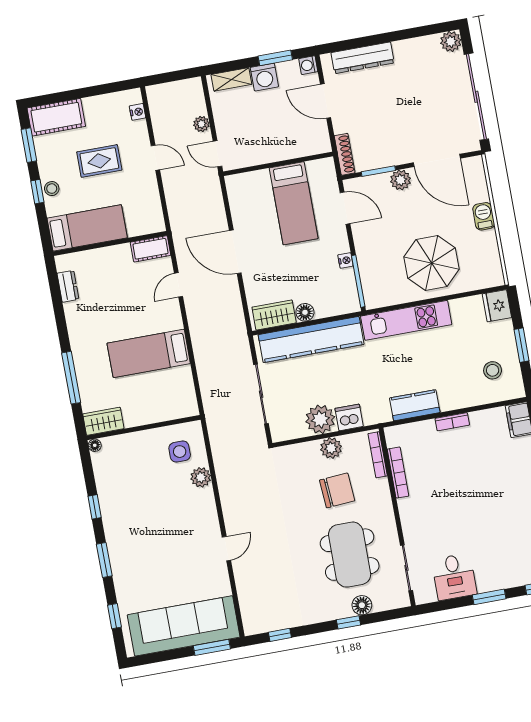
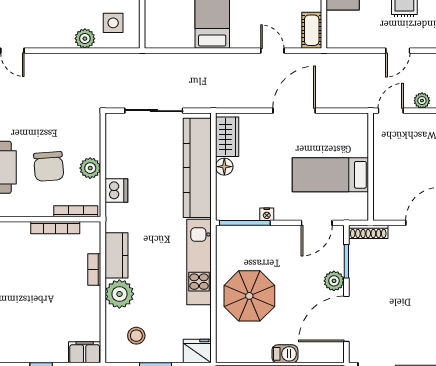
plant: (320, 419) -> (119, 294), moved
bookcase: (452, 422) -> (94, 270), moved

